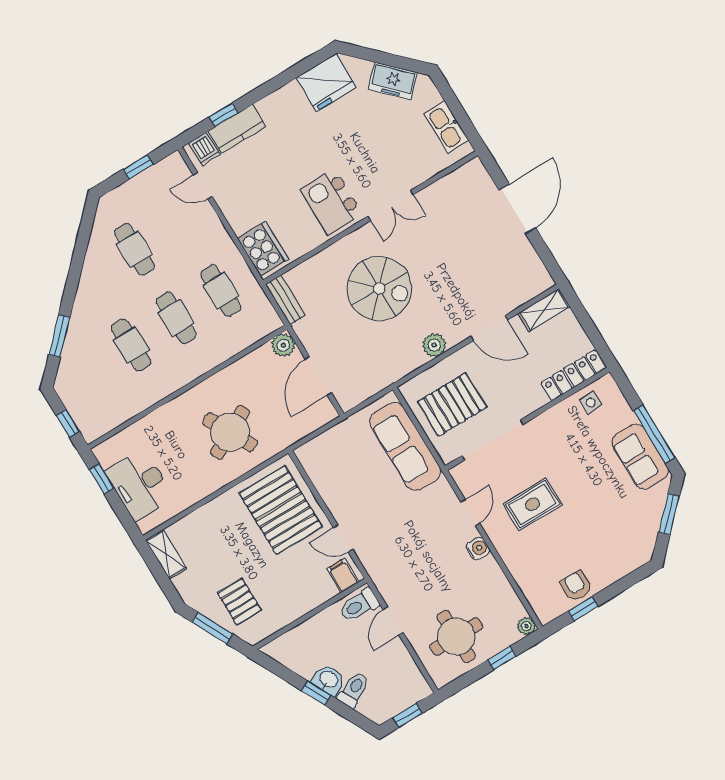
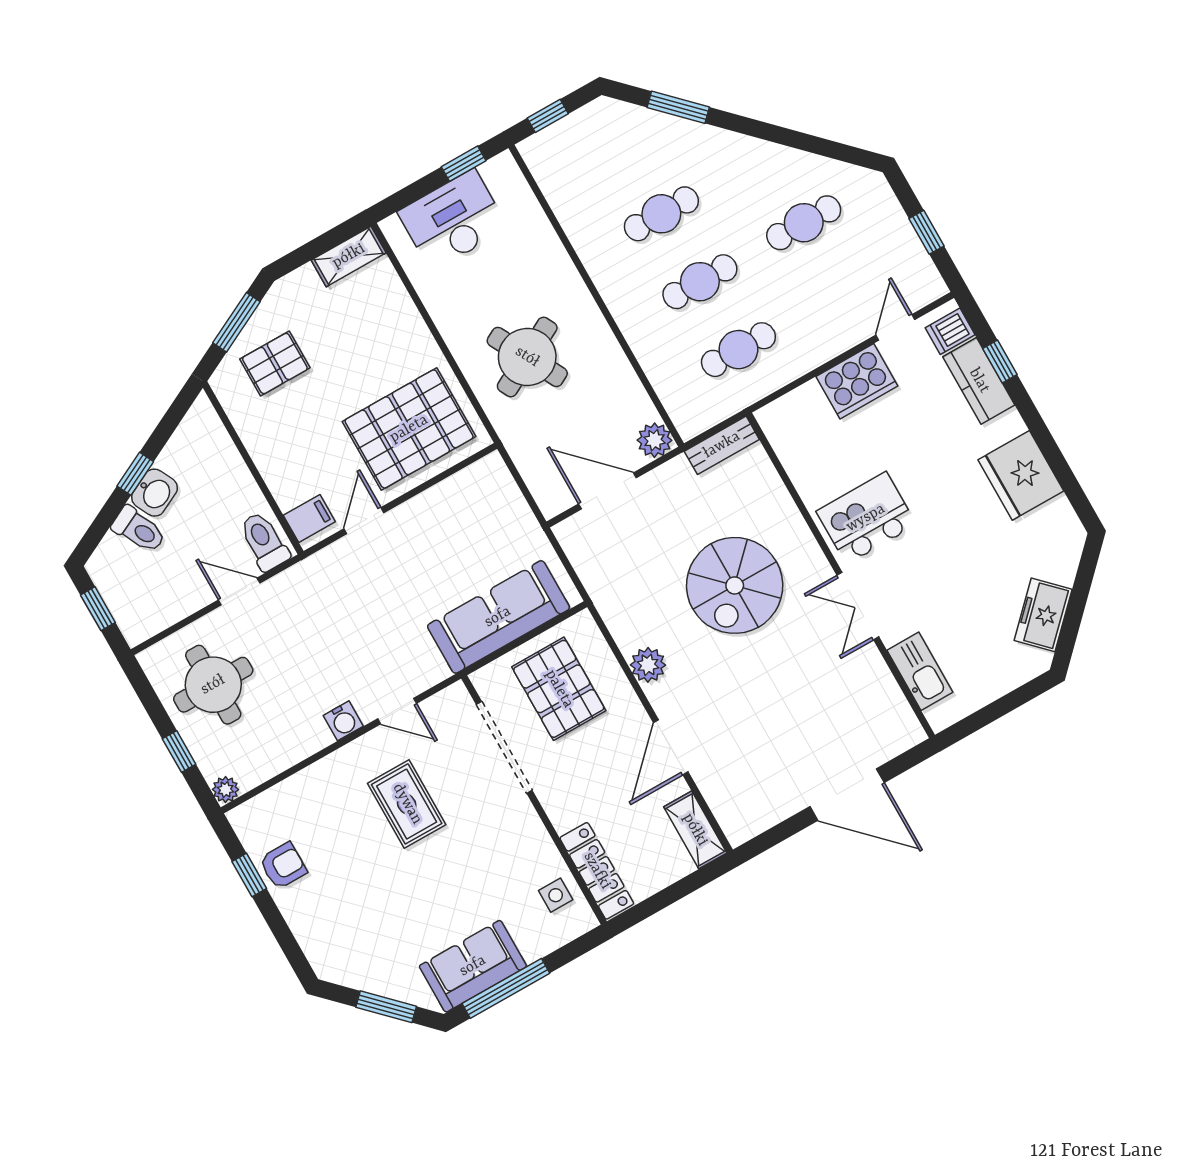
fridge: (326, 82) -> (1021, 475), moved
kitchen sink: (446, 127) -> (920, 671), moved, turned 90
cooker: (263, 249) -> (857, 381), moved

